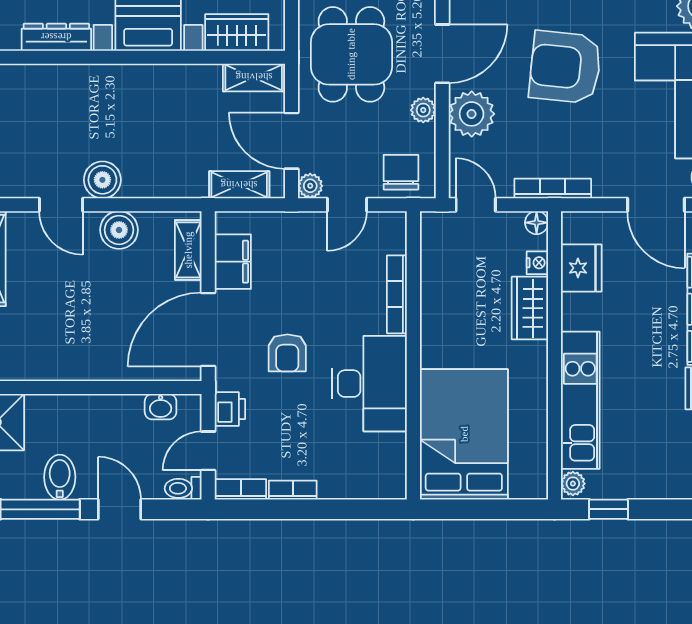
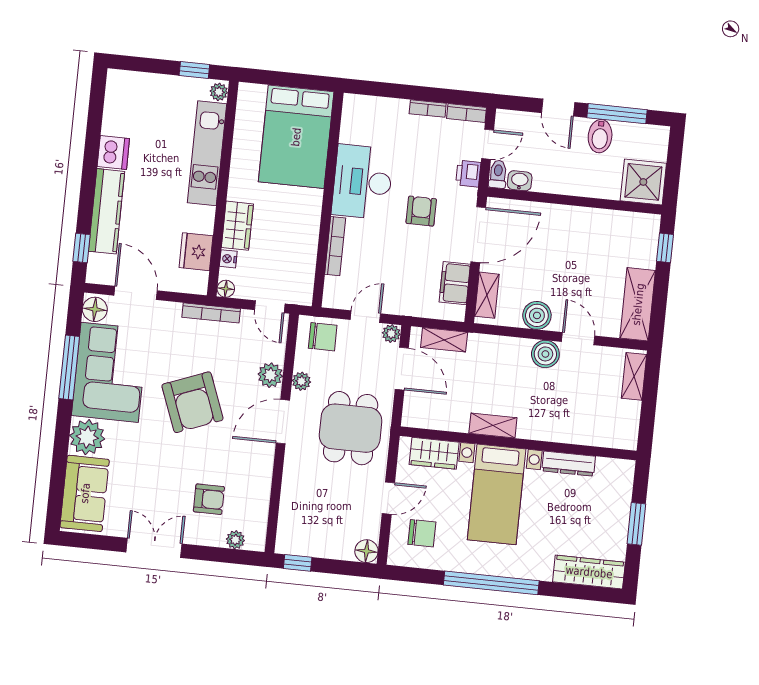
armchair: (565, 67) -> (192, 402), turned 63
shelving: (254, 77) -> (493, 426), moved
plant: (472, 114) -> (270, 375), width x0.73, depth x0.73
chair: (401, 172) -> (323, 337), turned -90
toilet: (183, 488) -> (498, 174), moved, turned -90

